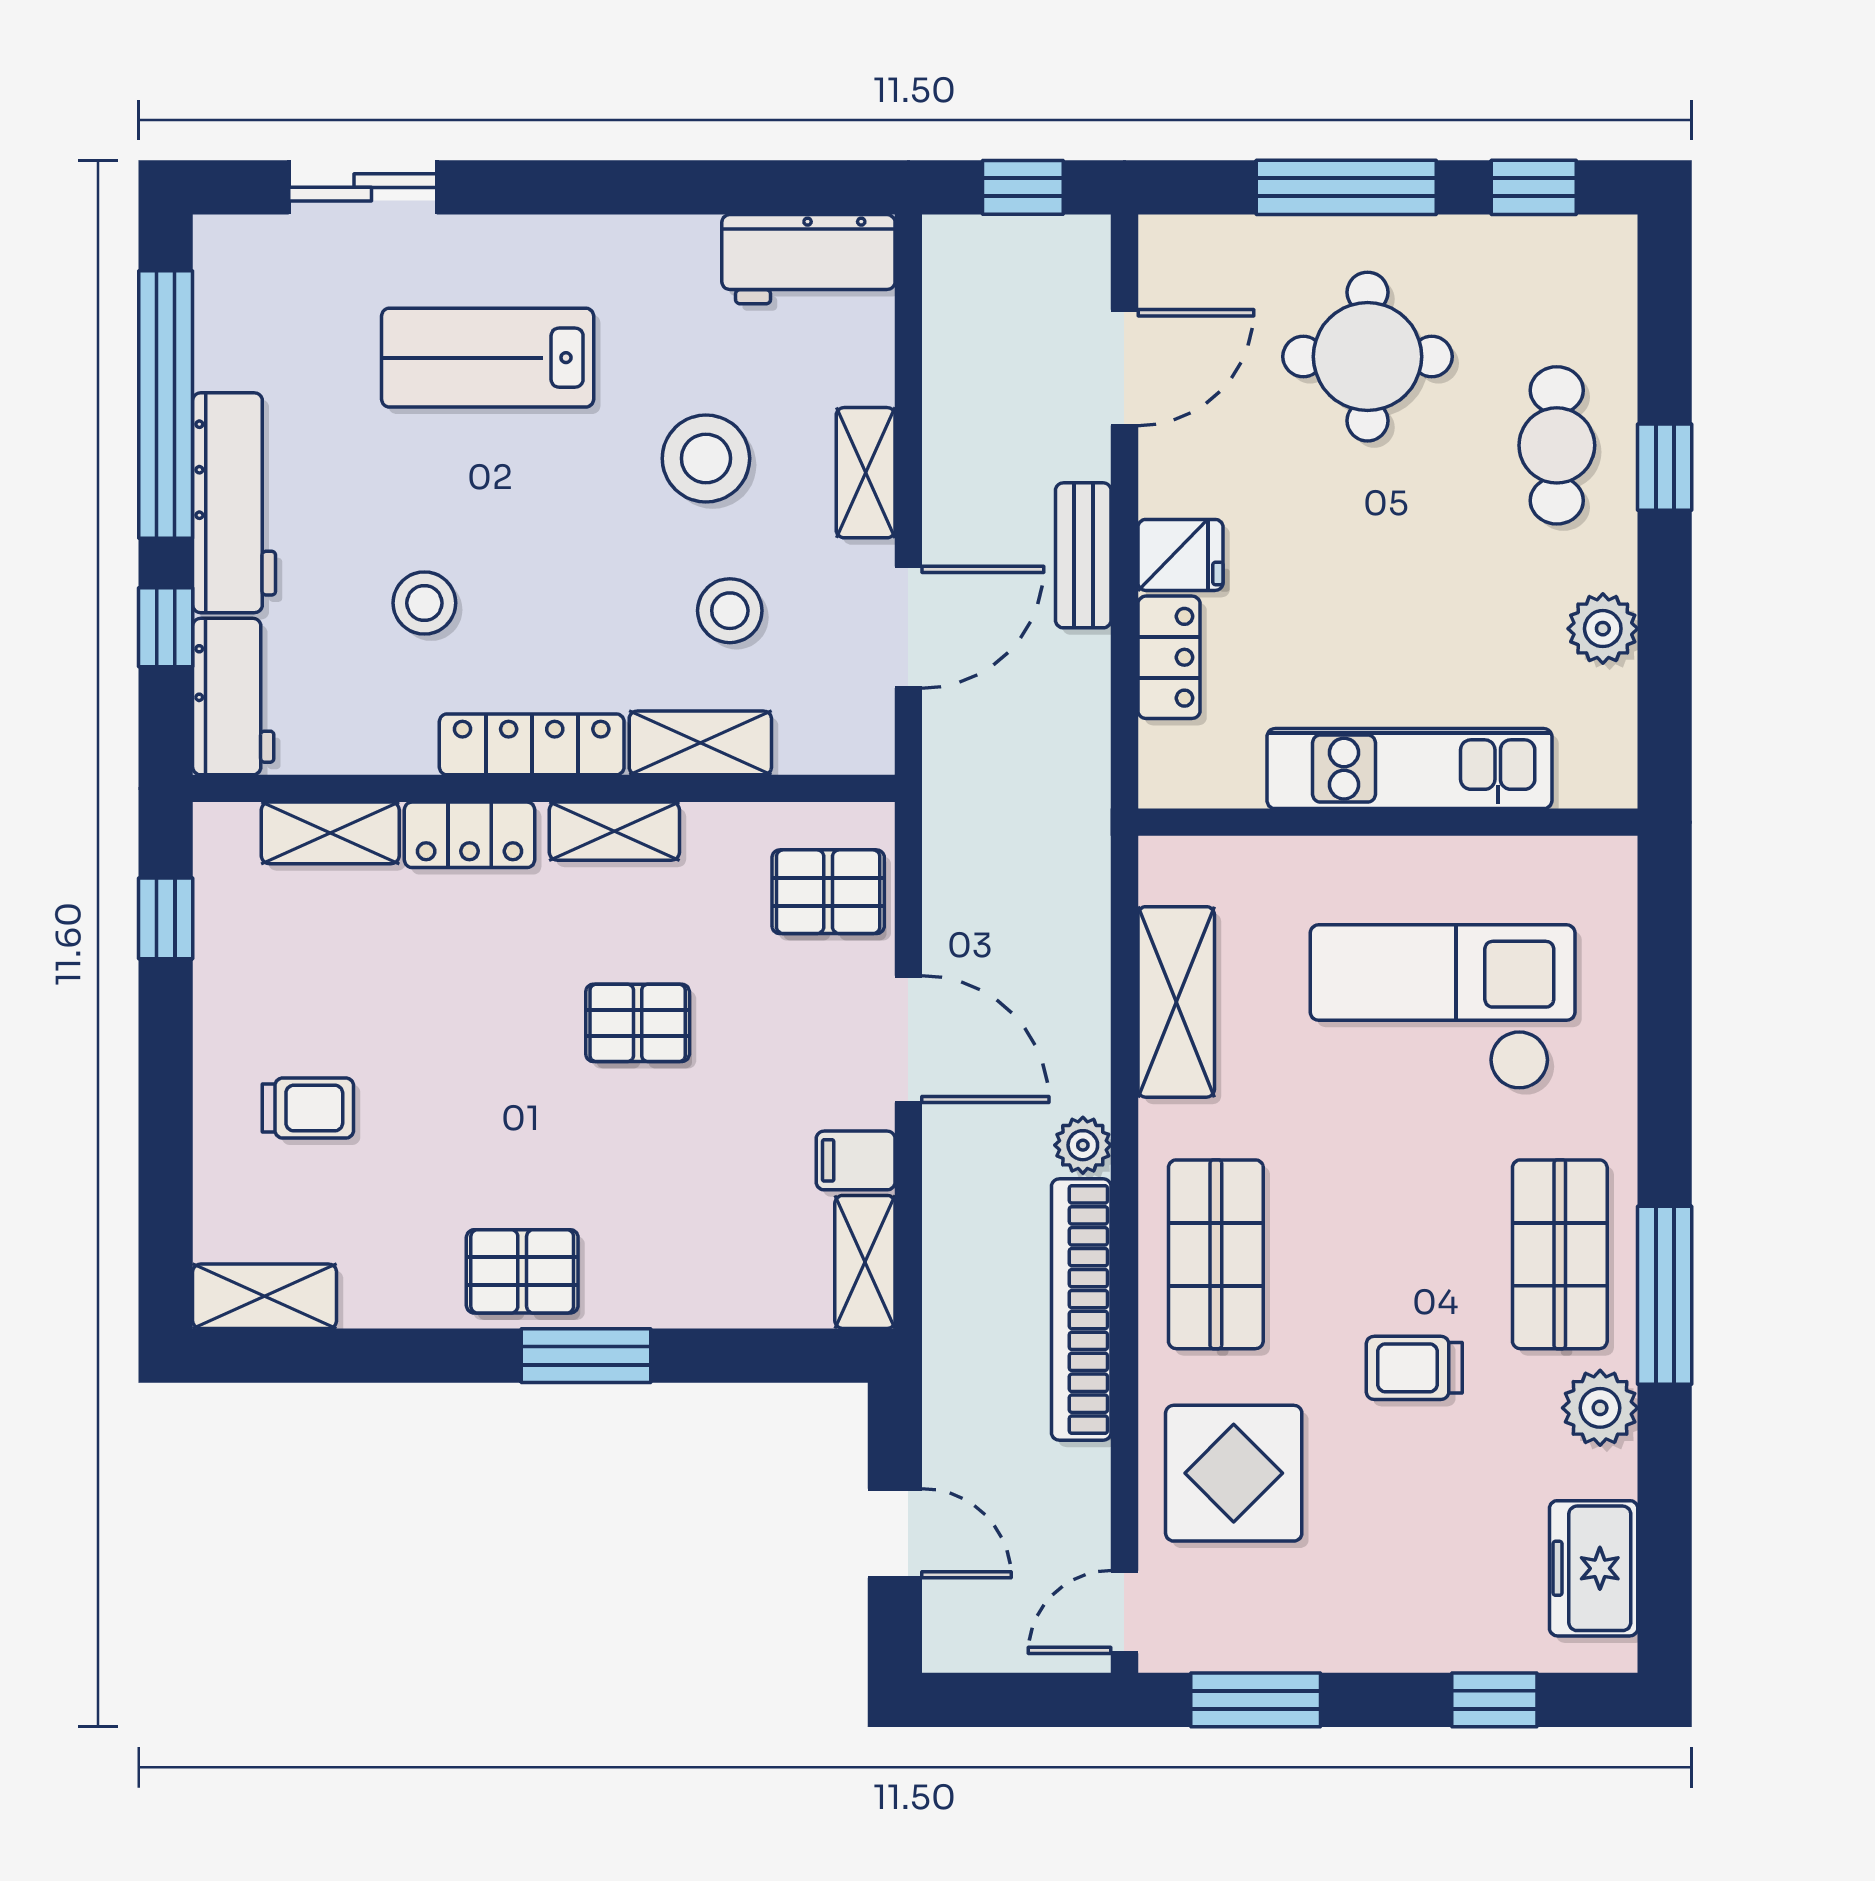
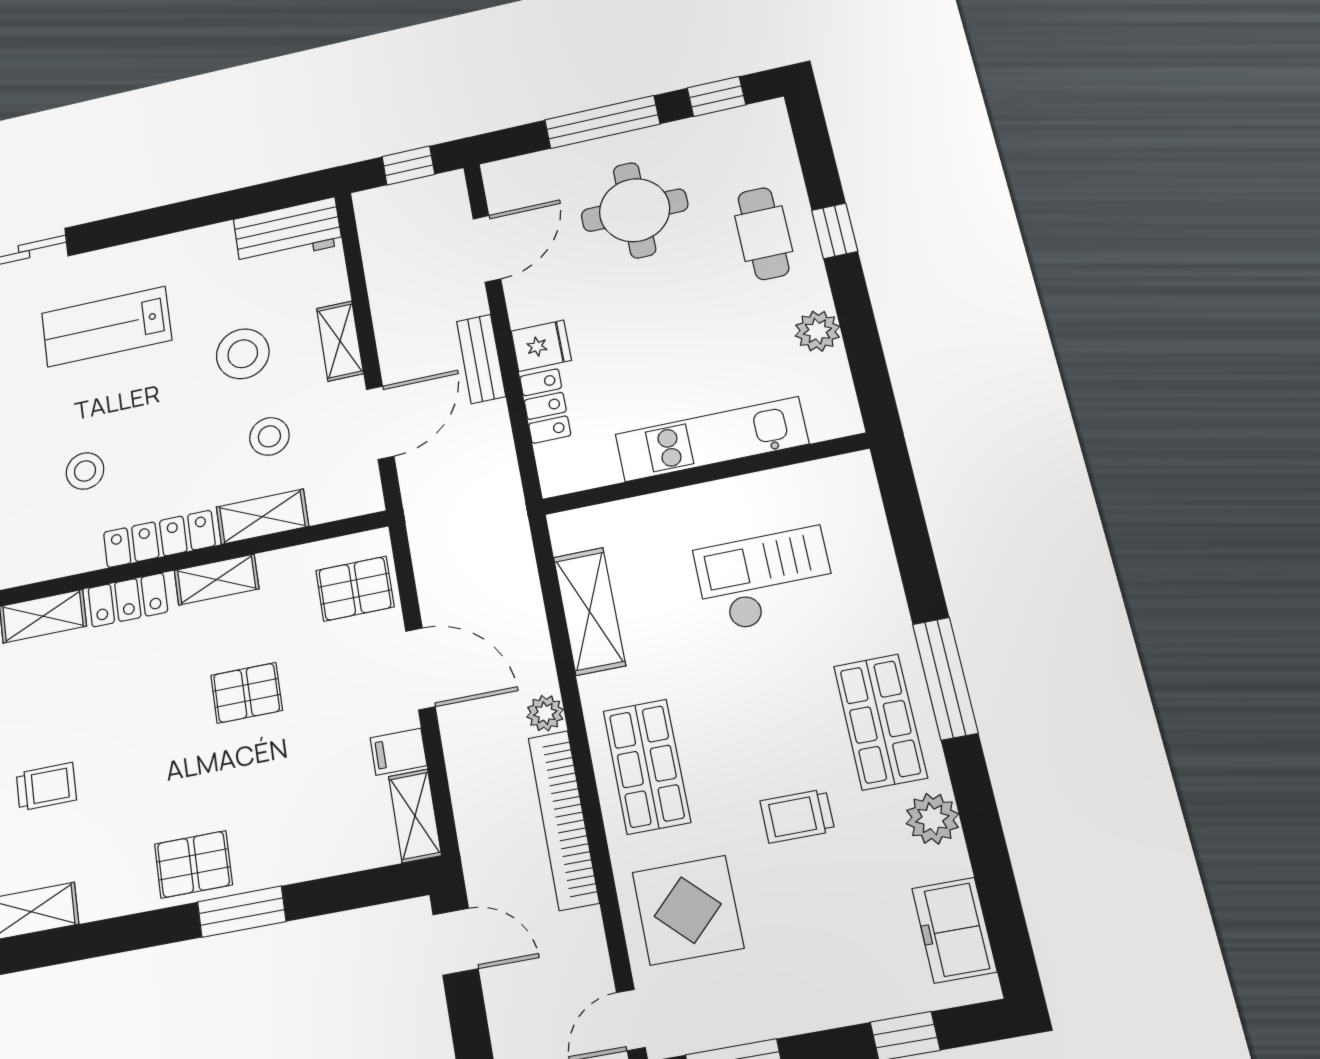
checkout: (1443, 1007) -> (765, 580), width x0.73, depth x0.83
window: (1665, 1295) -> (945, 678), moved
door: (895, 1533) -> (456, 942), moved

